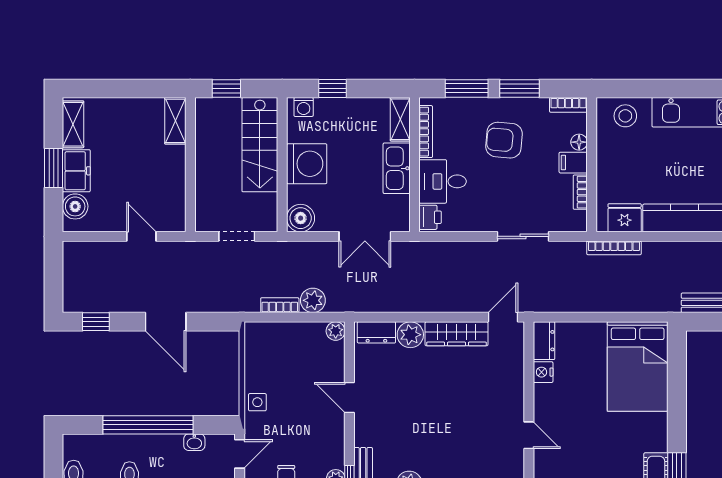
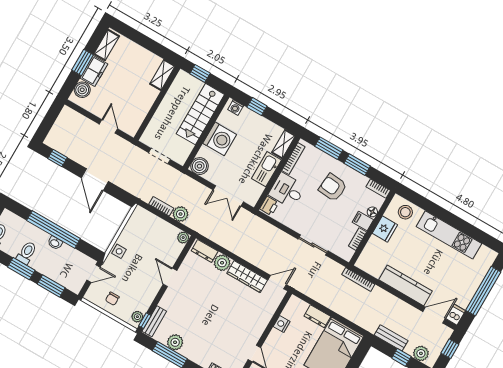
fridge: (625, 218) -> (385, 229), moved, turned 90
dresser: (544, 341) -> (317, 316), moved, turned 90
washbasin: (194, 442) -> (55, 243), moved

